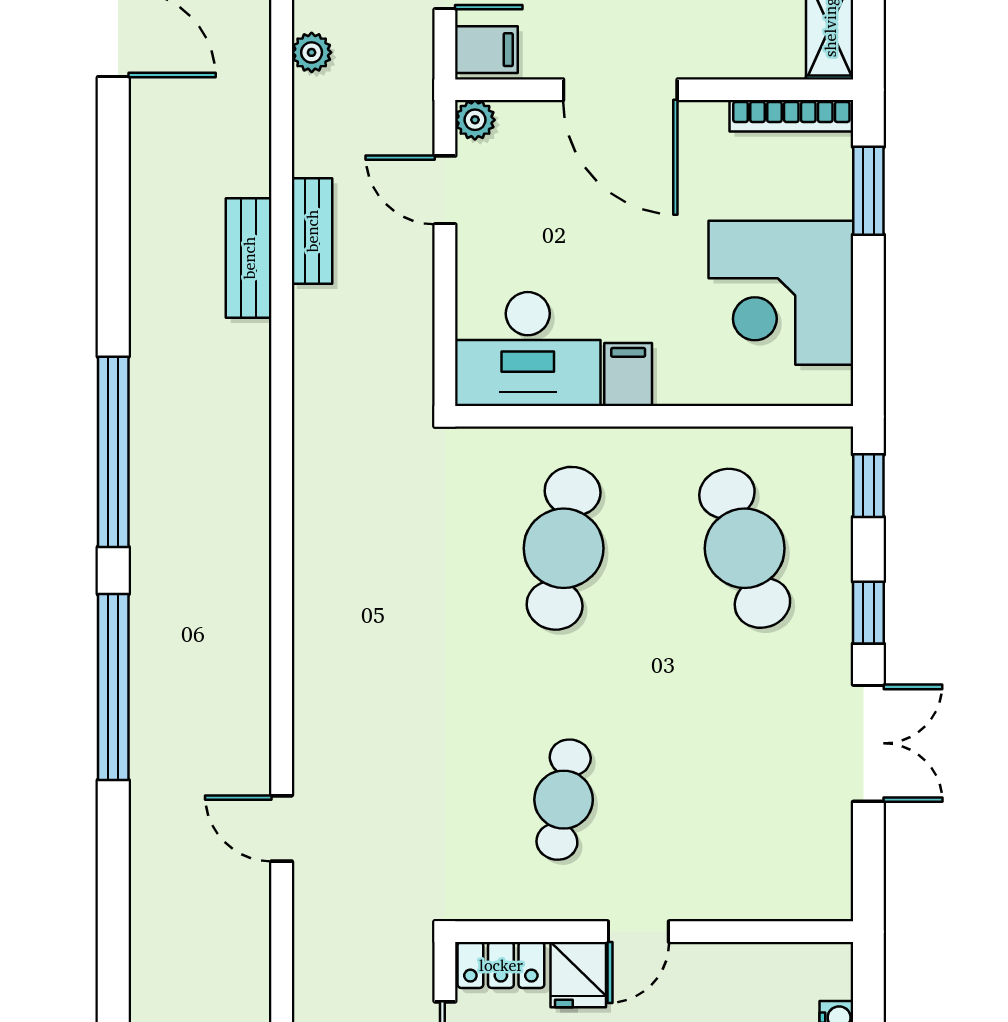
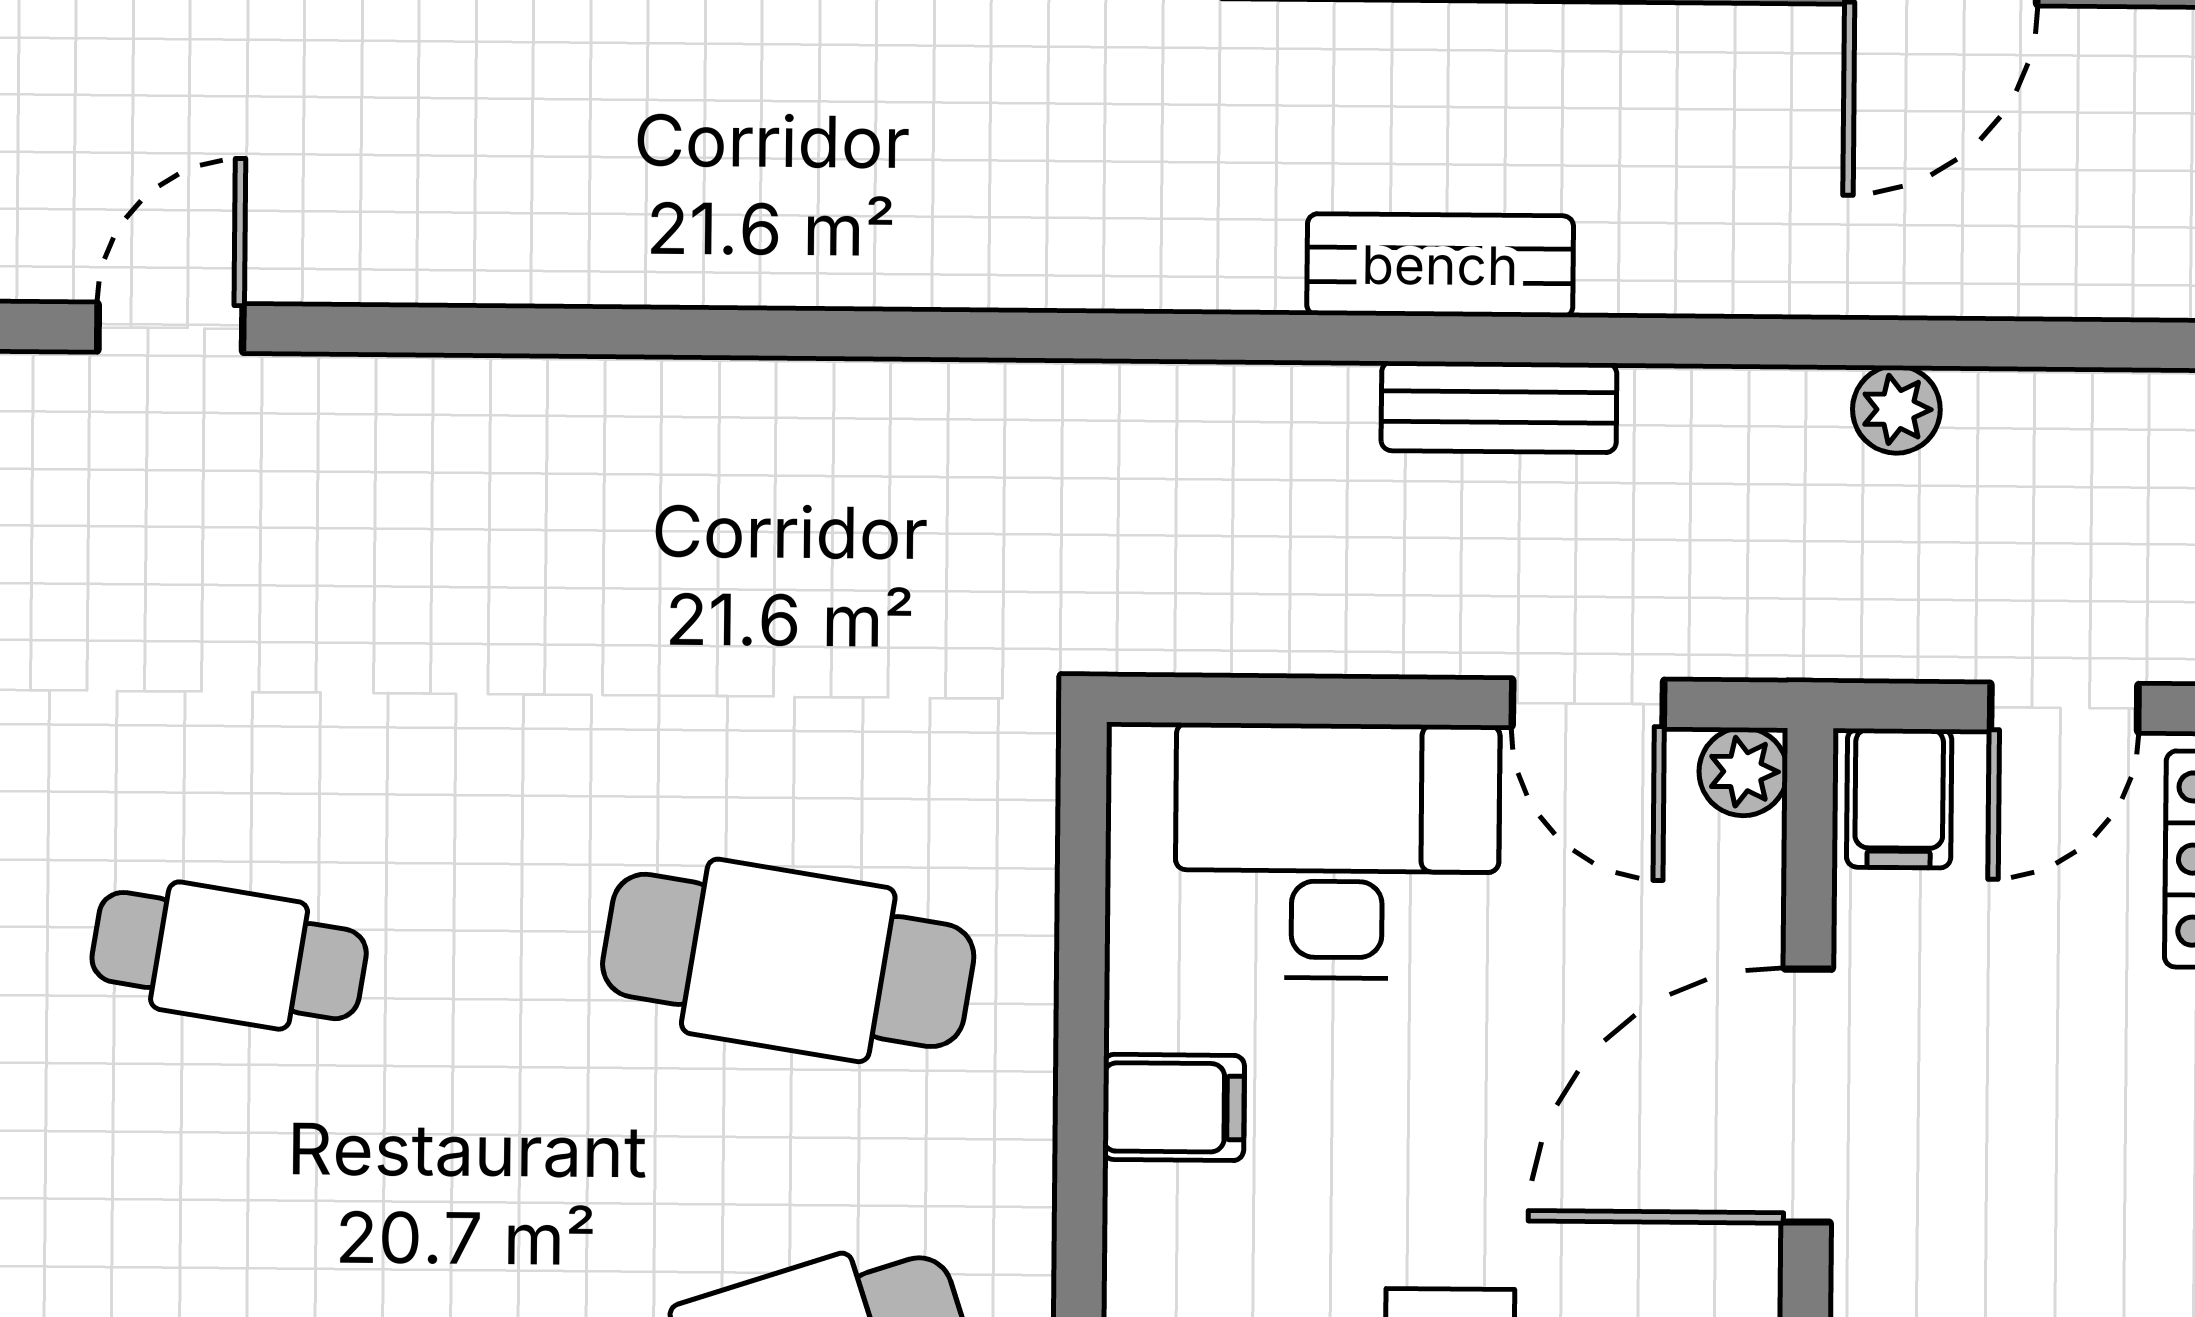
door: (445, 190) -> (1588, 703), swing flipped
desk: (528, 349) -> (1337, 851), moved, turned 90

